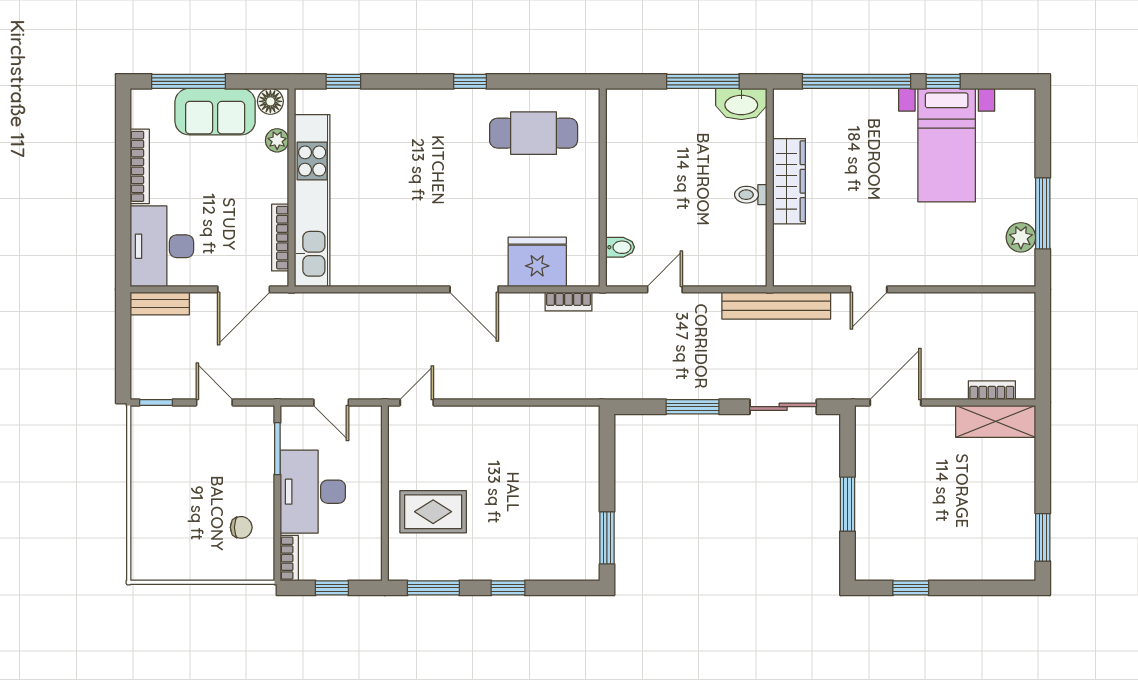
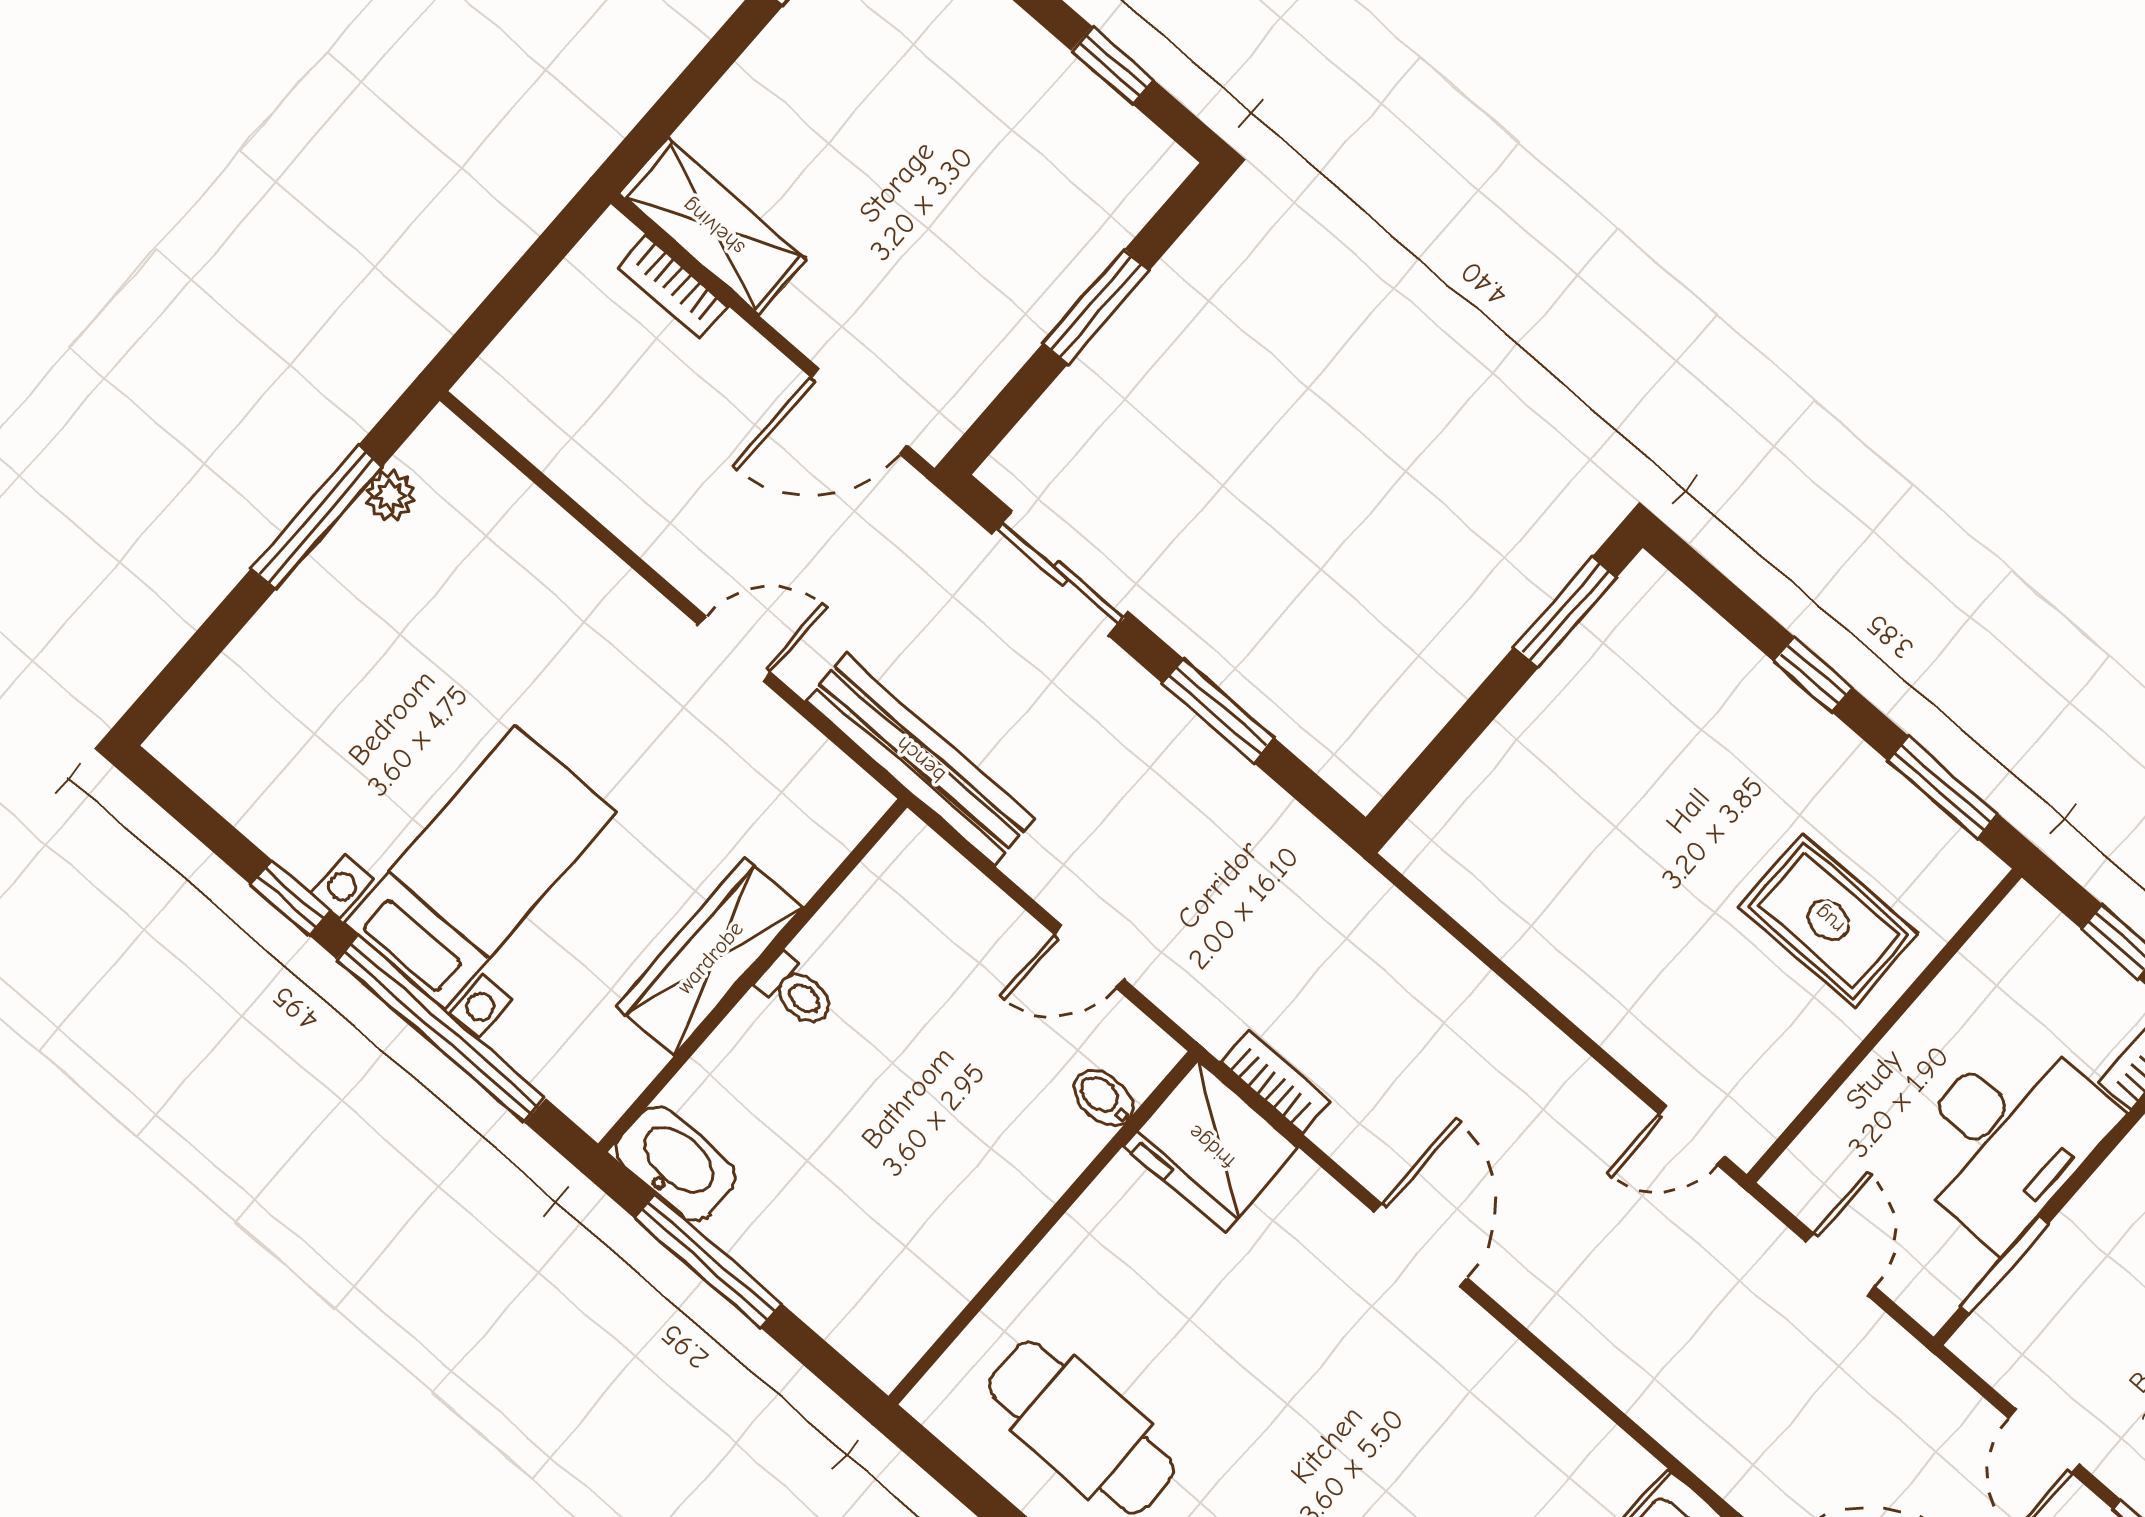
bed with nightstands: (947, 145) -> (480, 868), moved
plant: (1021, 237) -> (390, 496), width x0.73, depth x0.73
fridge: (537, 262) -> (1211, 1147), moved

